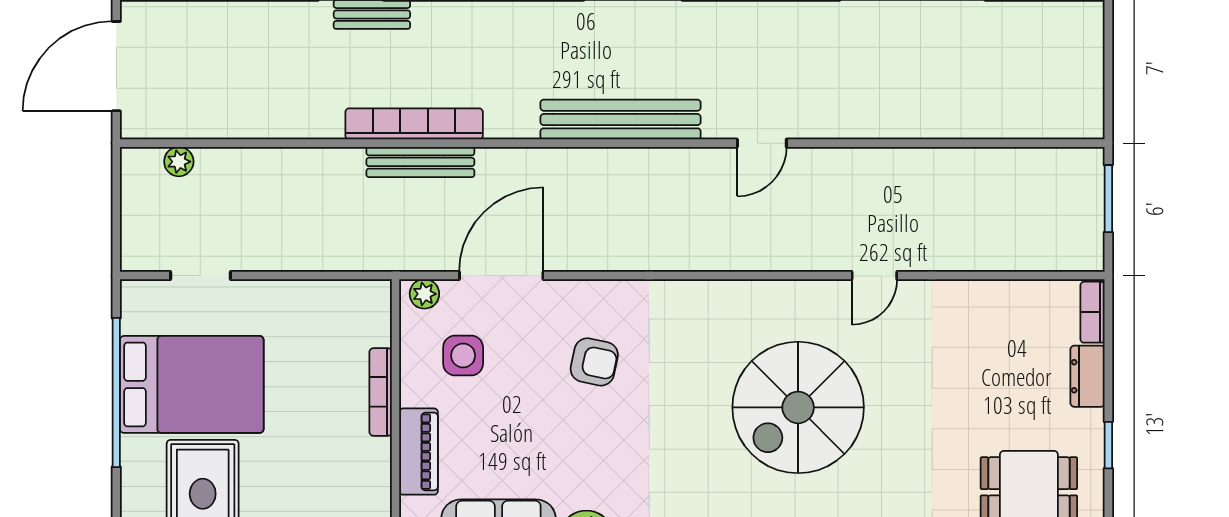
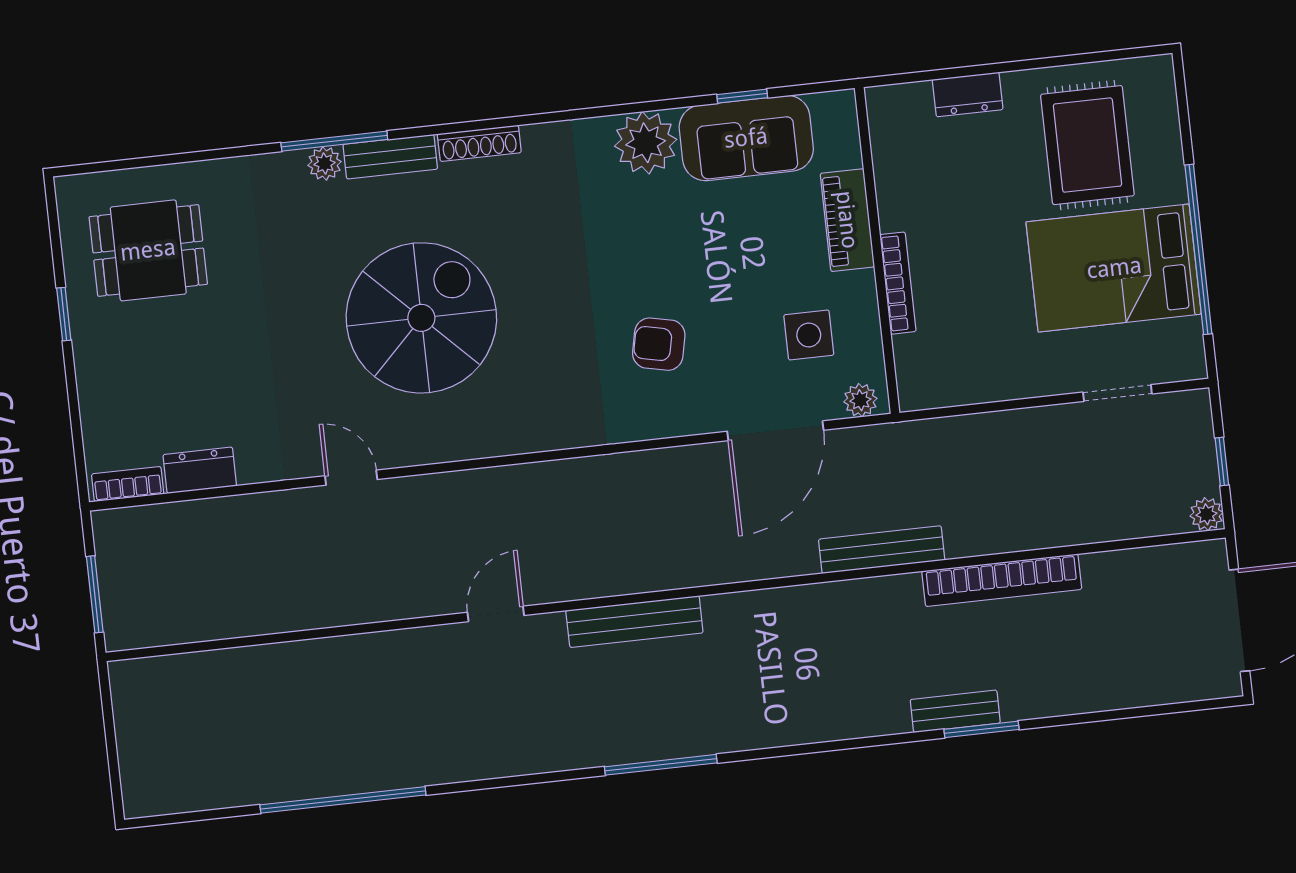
bench: (621, 120) -> (634, 622), width x0.73, depth x0.82
bookcase: (414, 124) -> (1002, 580), moved
plant: (179, 162) -> (1207, 514), moved
window: (116, 206) -> (1222, 461), added
door: (874, 275) -> (351, 478), hinge flipped
bookcase: (1093, 312) -> (128, 484), moved, turned -90
dresser: (1088, 376) -> (200, 470), moved, turned -90

